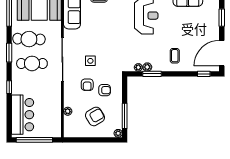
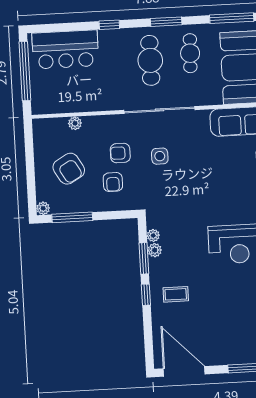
cafe table: (29, 39) -> (190, 53), width x0.73, depth x0.74
window: (204, 74) -> (146, 295), moved

